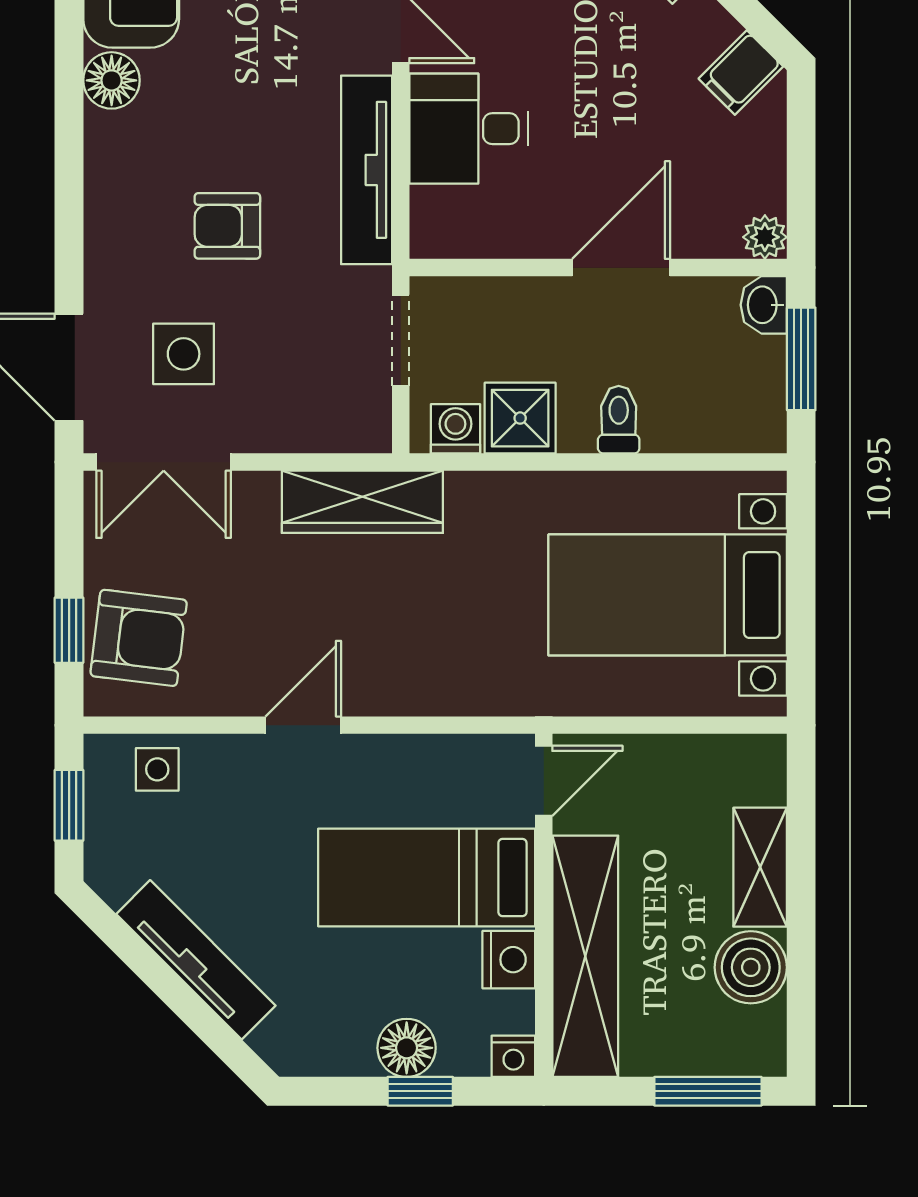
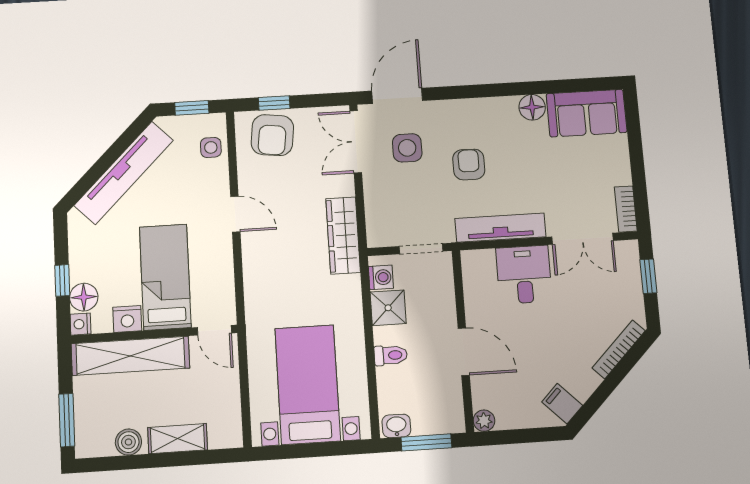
washbasin: (764, 305) -> (396, 426), moved
tv unit: (196, 960) -> (124, 173), width x1.36, depth x1.29
boiler: (751, 967) -> (128, 442), width x0.73, depth x0.73
floor lamp: (407, 1048) -> (84, 297), moved

